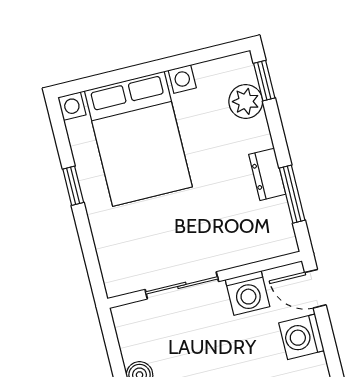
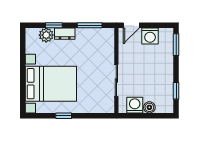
window: (264, 81) -> (54, 25), moved
dresser: (267, 174) -> (65, 34), moved
washing machine: (248, 293) -> (135, 105), moved, turned -90

